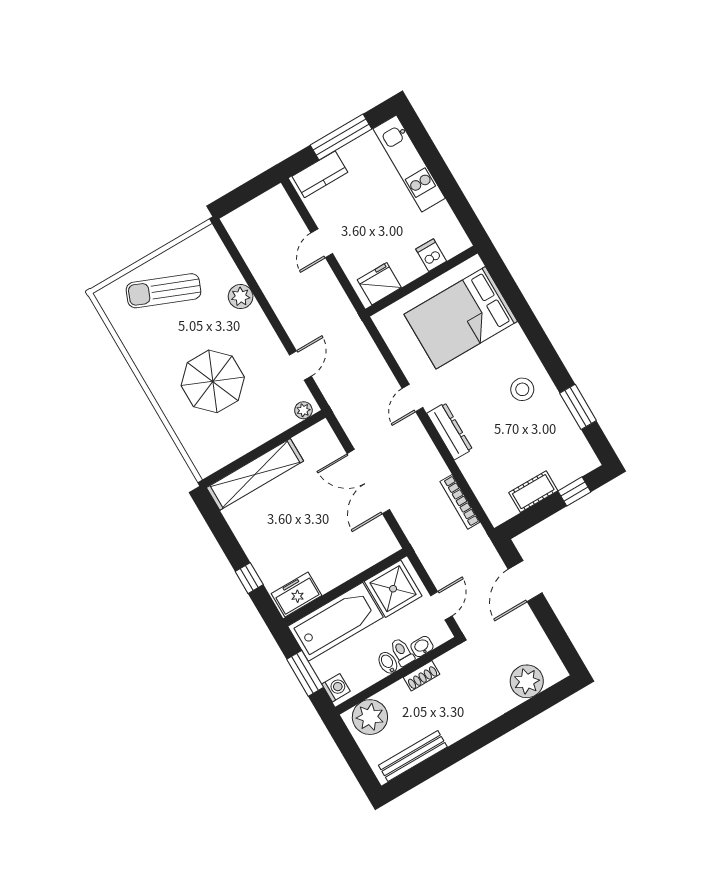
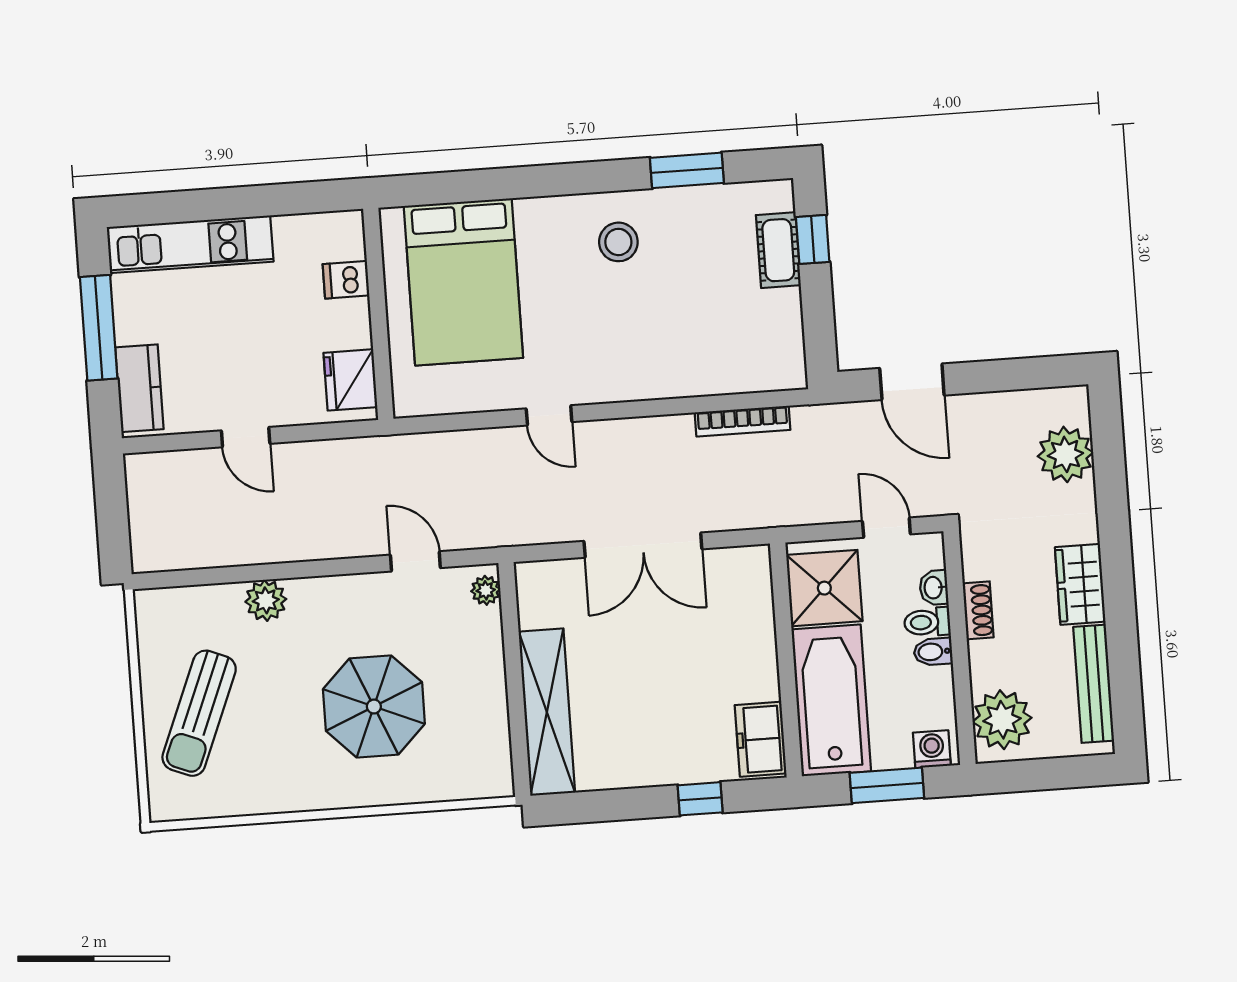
dresser: (450, 431) -> (628, 384), removed
cot: (533, 492) -> (778, 250), moved
wardrobe: (462, 723) -> (1080, 584), added

